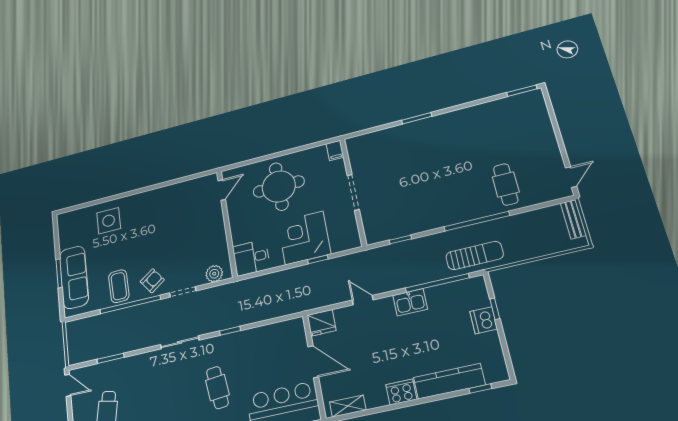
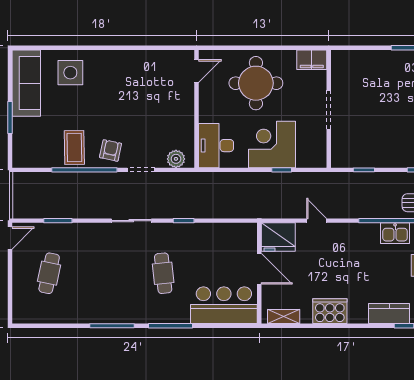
filing cabinet: (335, 150) -> (312, 60), width x2.00
desk: (251, 258) -> (216, 146), width x1.37
sofa: (74, 277) -> (26, 83), moved
armchair: (152, 281) -> (111, 150), turned -42
kitchen sink: (410, 302) -> (395, 233), moved
fridge: (322, 323) -> (278, 237), width x1.36, depth x1.34
kitchen counter: (449, 381) -> (389, 314), width x0.67
door: (68, 385) -> (10, 238), hinge flipped
cooker: (401, 392) -> (330, 311), width x1.37, depth x1.31

